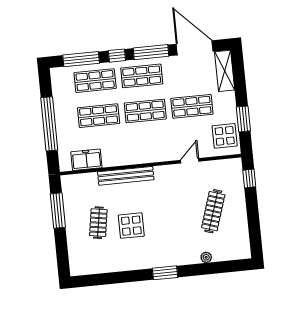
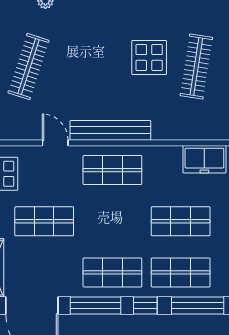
shop shelf: (145, 111) -> (112, 170), moved
door: (190, 161) -> (55, 143), swing flipped
bench: (126, 176) -> (110, 130), moved
clothes rail: (98, 223) -> (196, 67), width x1.36

